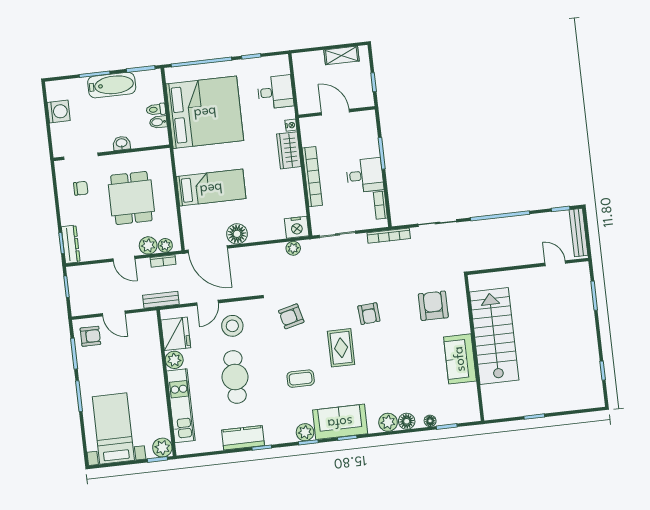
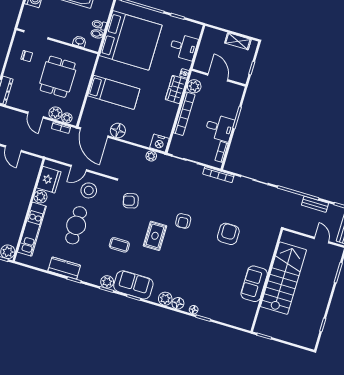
plant: (310, 136) -> (194, 86), added
washbasin: (122, 143) -> (80, 41), moved
bench: (161, 300) -> (315, 204), moved
stairs: (494, 336) -> (283, 278), moved
wall: (474, 348) -> (267, 280), moved
sofa: (460, 359) -> (254, 284), moved

